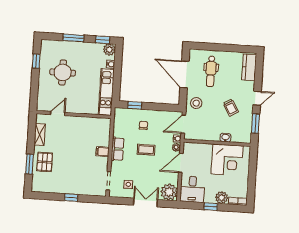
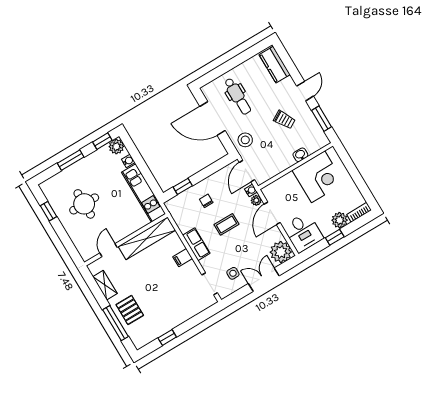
shelving: (88, 123) -> (147, 238), added
window: (30, 164) -> (116, 323), width x1.44
window: (71, 198) -> (167, 337), moved

